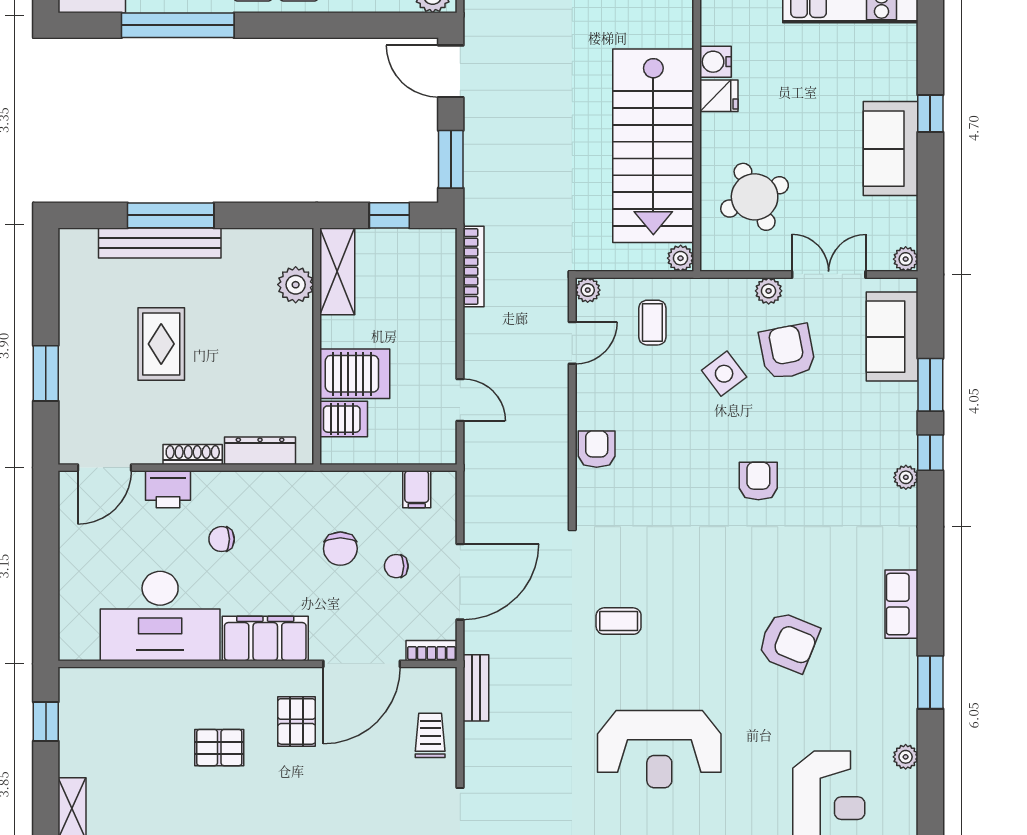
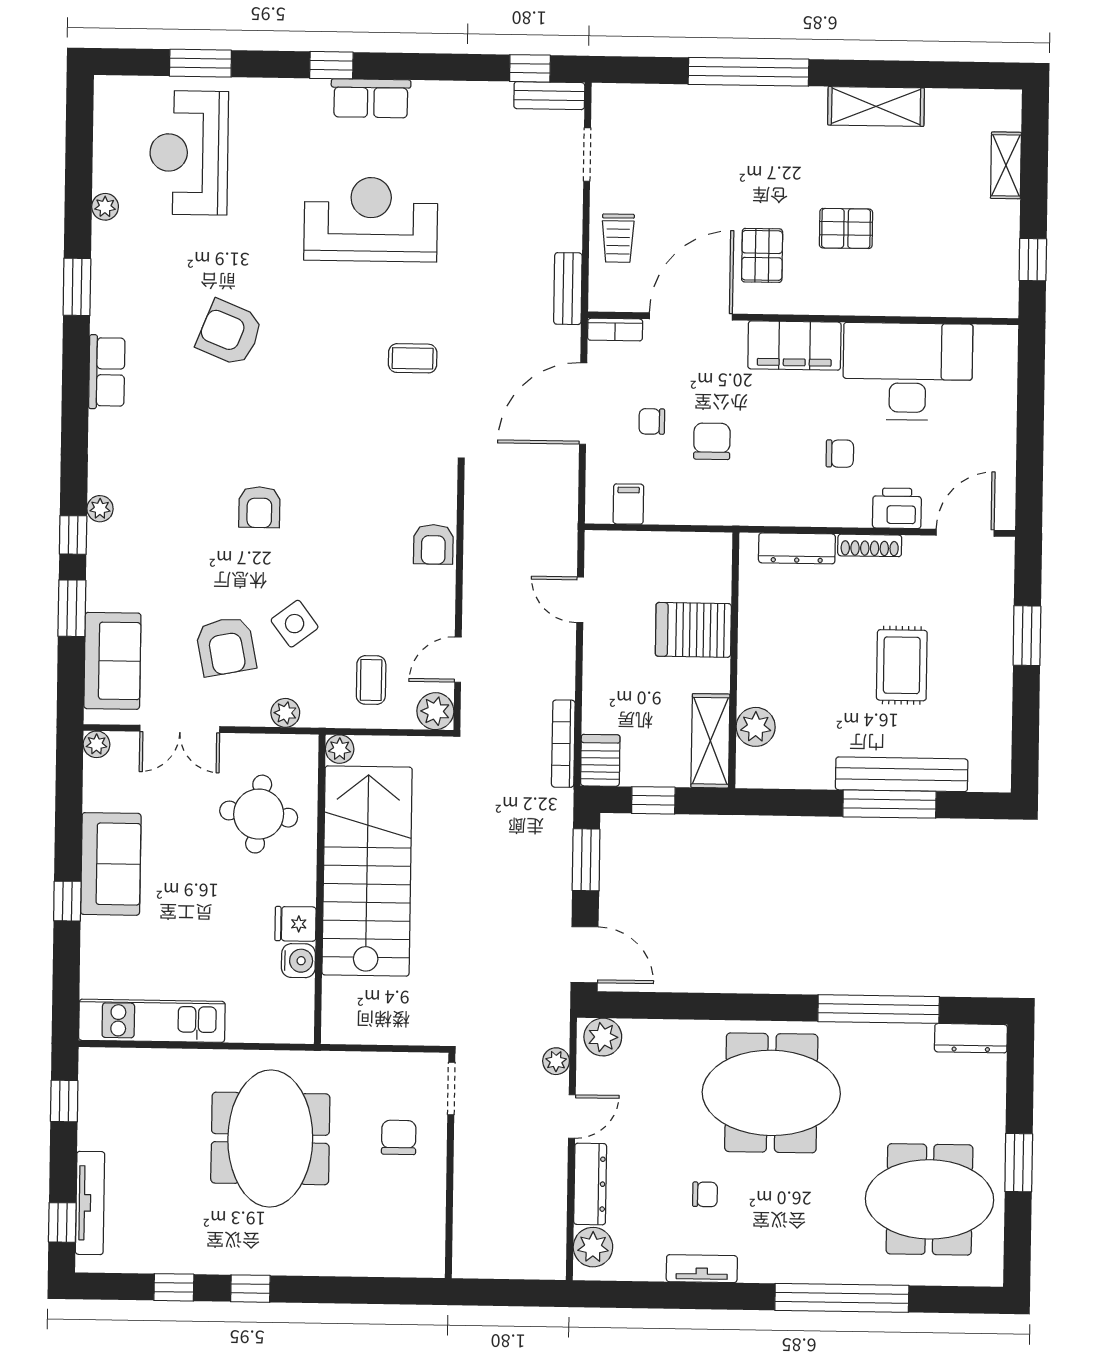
round table: (755, 197) -> (259, 814), turned 31
plant: (588, 290) -> (435, 711), width x1.38, depth x1.38
plant: (769, 291) -> (285, 713), moved
server rack: (344, 419) -> (600, 760), moved, turned 90
chair: (396, 566) -> (652, 421), turned 180

